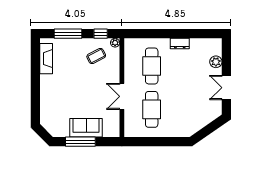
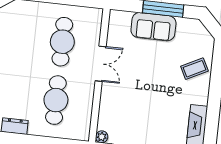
coffee table: (96, 56) -> (194, 69), moved

